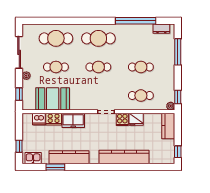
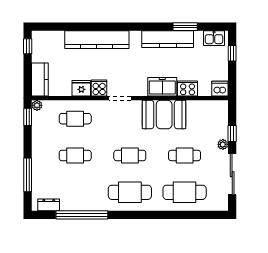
window: (19, 94) -> (232, 133), moved
booth: (53, 99) -> (164, 115), moved
dishwasher: (39, 119) -> (220, 89), moved

